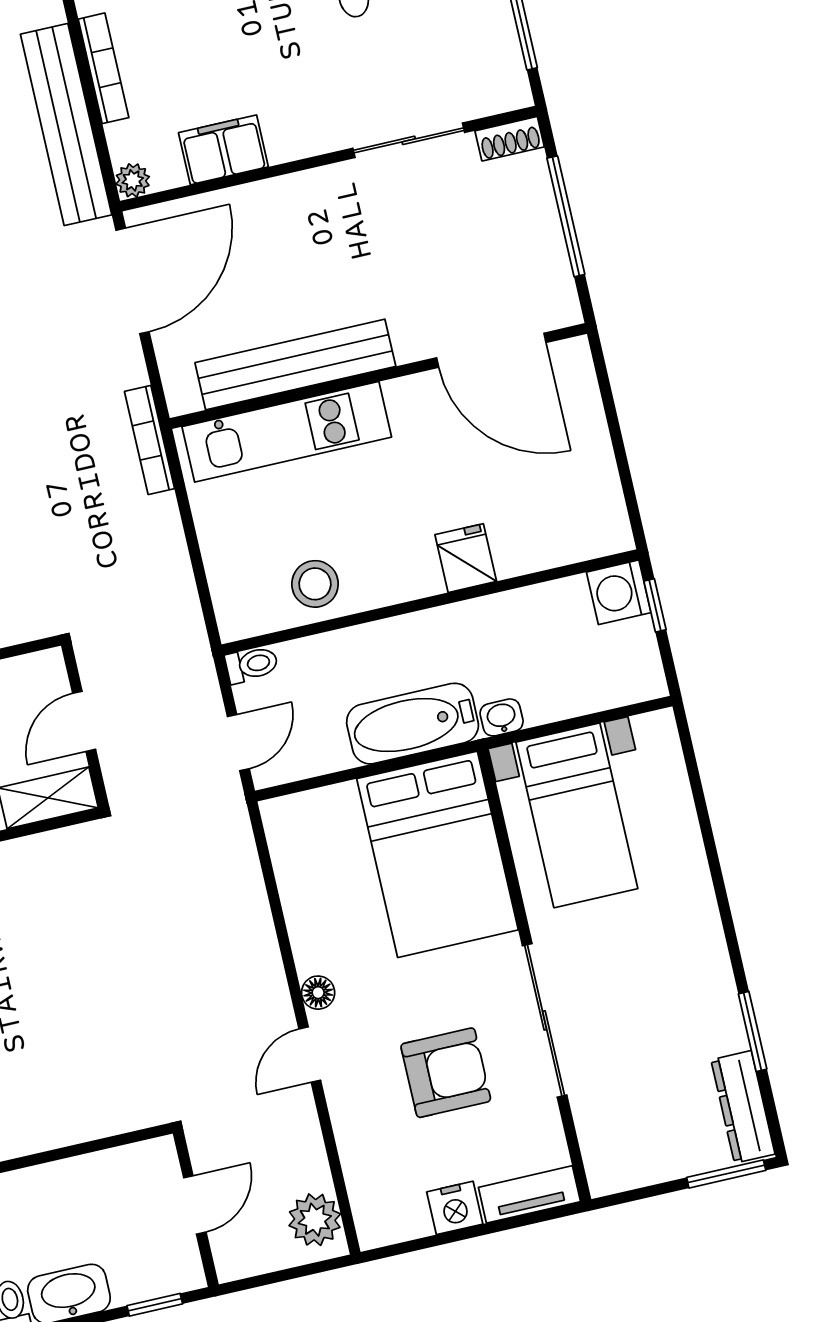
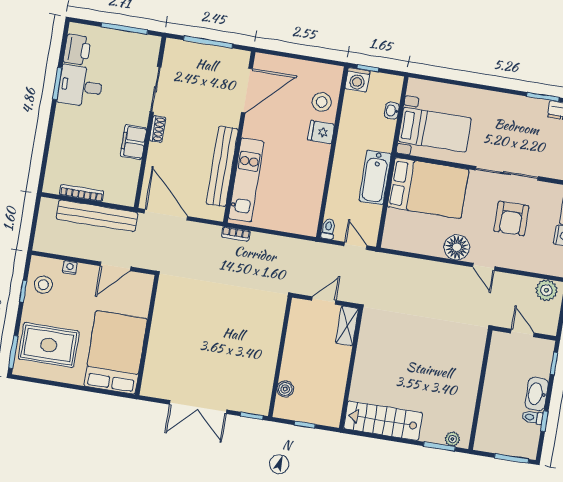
shoe rack: (510, 139) -> (158, 129), moved
filing cabinet: (223, 150) -> (134, 142), moved
plant: (133, 180) -> (128, 199), removed
bookcase: (149, 440) -> (236, 234), width x0.64
stool: (315, 584) -> (322, 102), moved
washbasin: (502, 717) -> (392, 111), moved
door: (84, 721) -> (324, 300), swing flipped
floor lamp: (318, 993) -> (457, 247), width x1.89, depth x1.89
armchair: (446, 1073) -> (511, 218), turned 180

